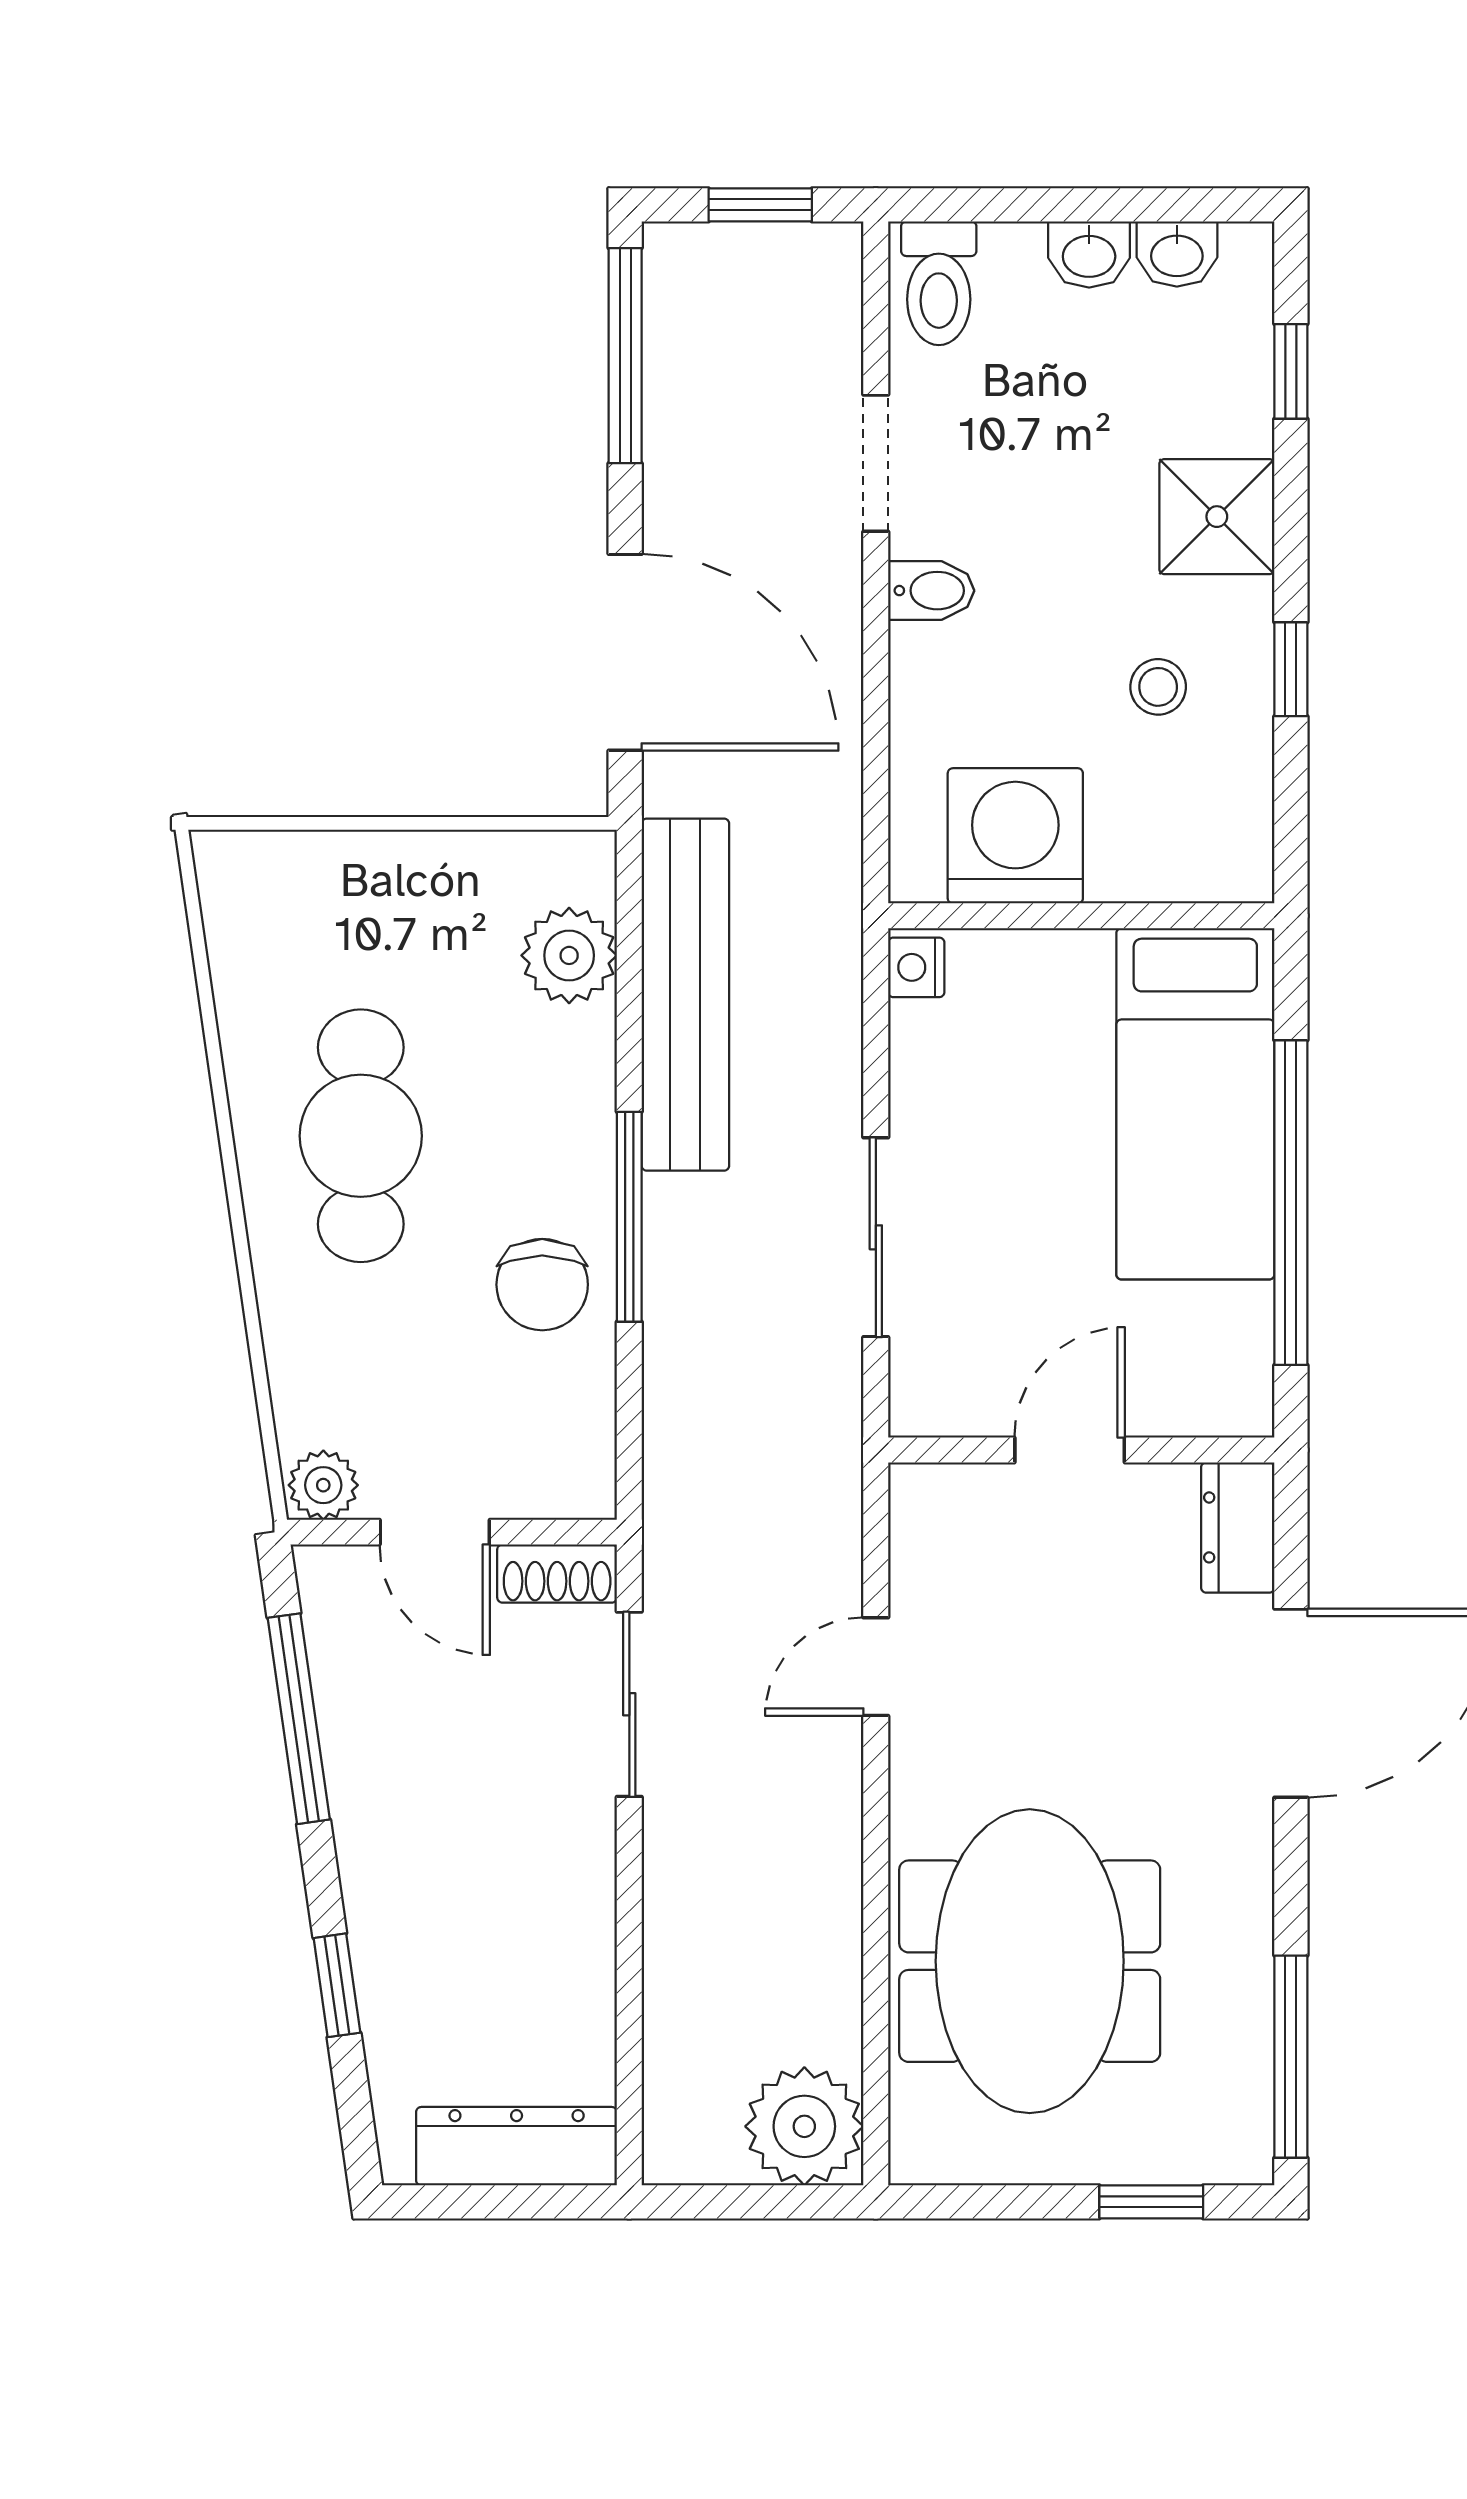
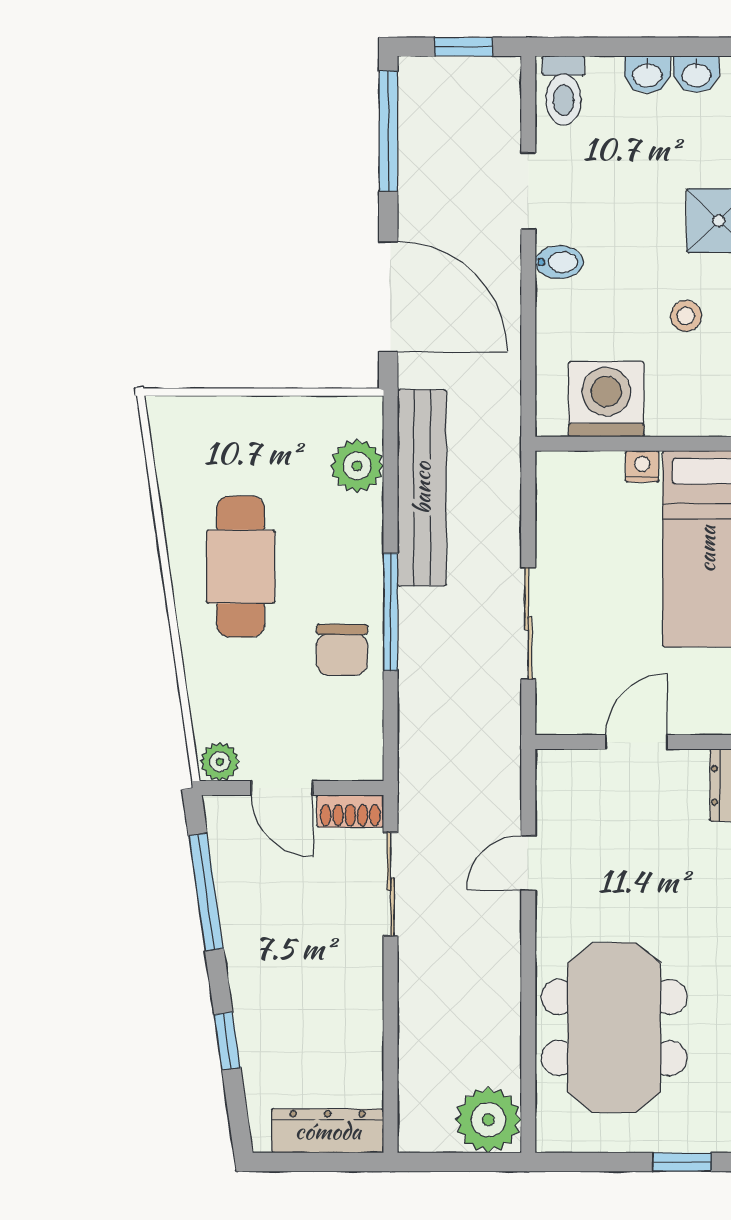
nightstand: (916, 967) -> (642, 466), moved, turned 90

